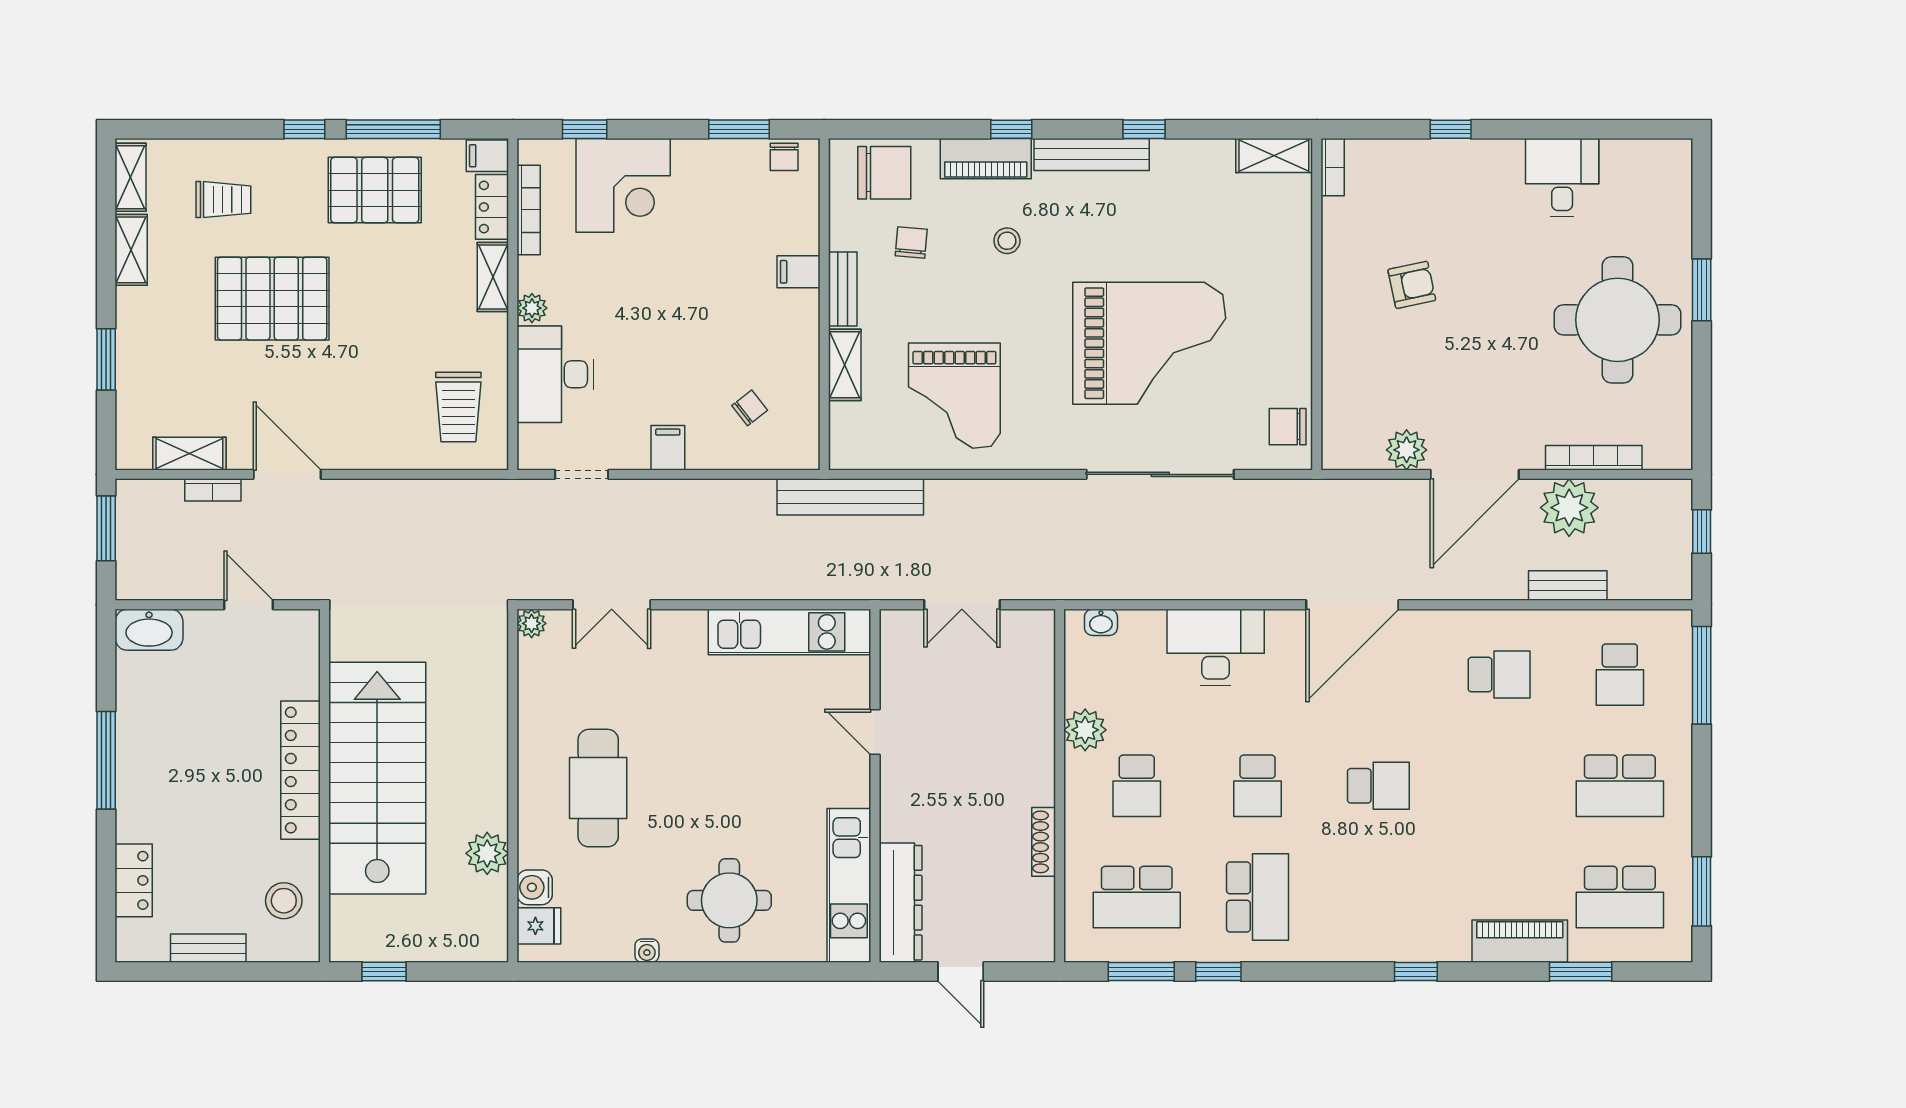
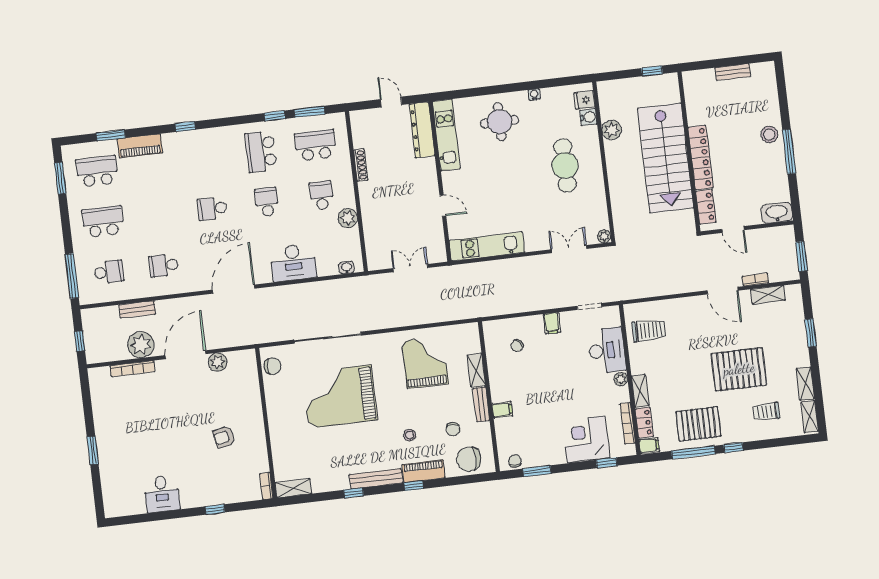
round table: (1618, 320) -> (129, 432), removed
trolley: (458, 407) -> (649, 330), turned 90
bench: (850, 497) -> (467, 311), removed
school desk: (1620, 675) -> (109, 272), turned 90
locker: (134, 880) -> (706, 207), moved, turned 180
stool: (284, 901) -> (769, 134), moved

